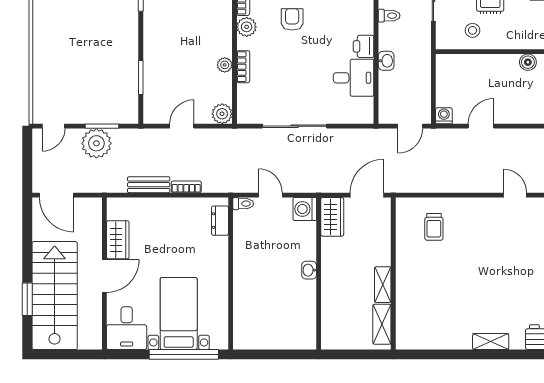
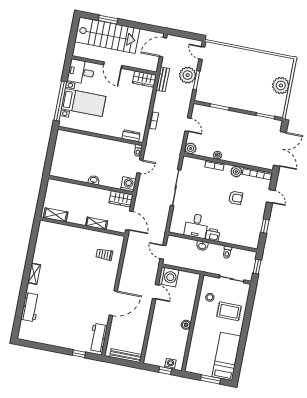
washing machine: (444, 116) -> (169, 277), width x1.89, depth x1.89
bench: (149, 185) -> (163, 79), moved
door: (515, 195) -> (113, 303), width x1.87
wardrobe: (118, 240) -> (144, 79), moved
shelving: (383, 285) -> (97, 223), moved

